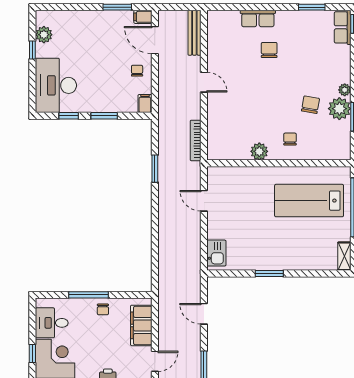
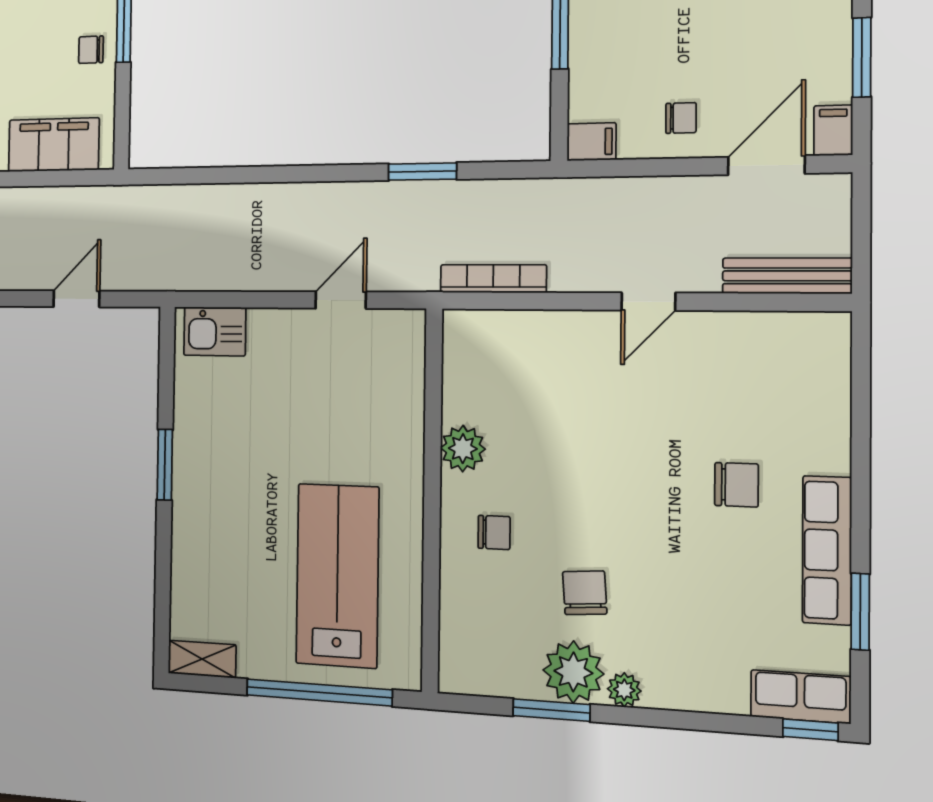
row of seats: (258, 18) -> (827, 550), moved, width x1.48
chair: (310, 105) -> (585, 593), turned -104

